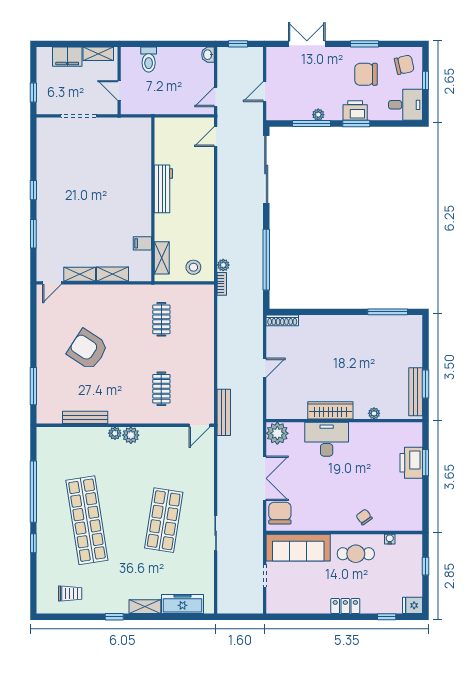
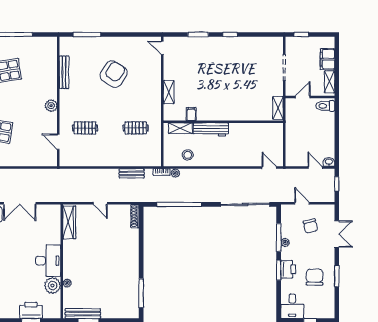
toilet: (149, 60) -> (325, 106), moved
chair: (404, 65) -> (310, 226), moved
door: (216, 97) -> (315, 168), moved
workbench: (163, 189) -> (211, 129), moved
stool: (193, 267) -> (188, 155), moved
shelving: (80, 274) -> (278, 108), moved
wardrobe: (330, 410) -> (69, 222), moved
bench: (224, 412) -> (132, 173), moved, width x0.73
door: (200, 425) -> (58, 142), moved
plant: (115, 433) -> (53, 94), removed
plant: (277, 433) -> (52, 286), moved
desk: (327, 439) -> (48, 261), moved

